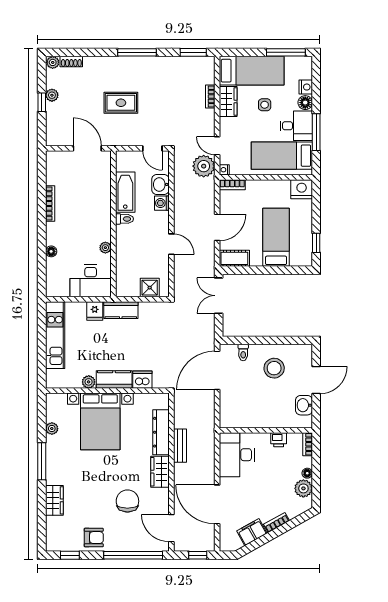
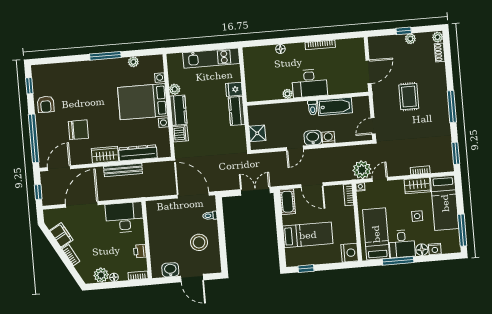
washbasin: (160, 184) -> (313, 138), moved
desk: (91, 281) -> (309, 83), moved, turned -90
bench: (180, 446) -> (123, 170), width x1.36
wardrobe: (54, 500) -> (74, 69), removed

